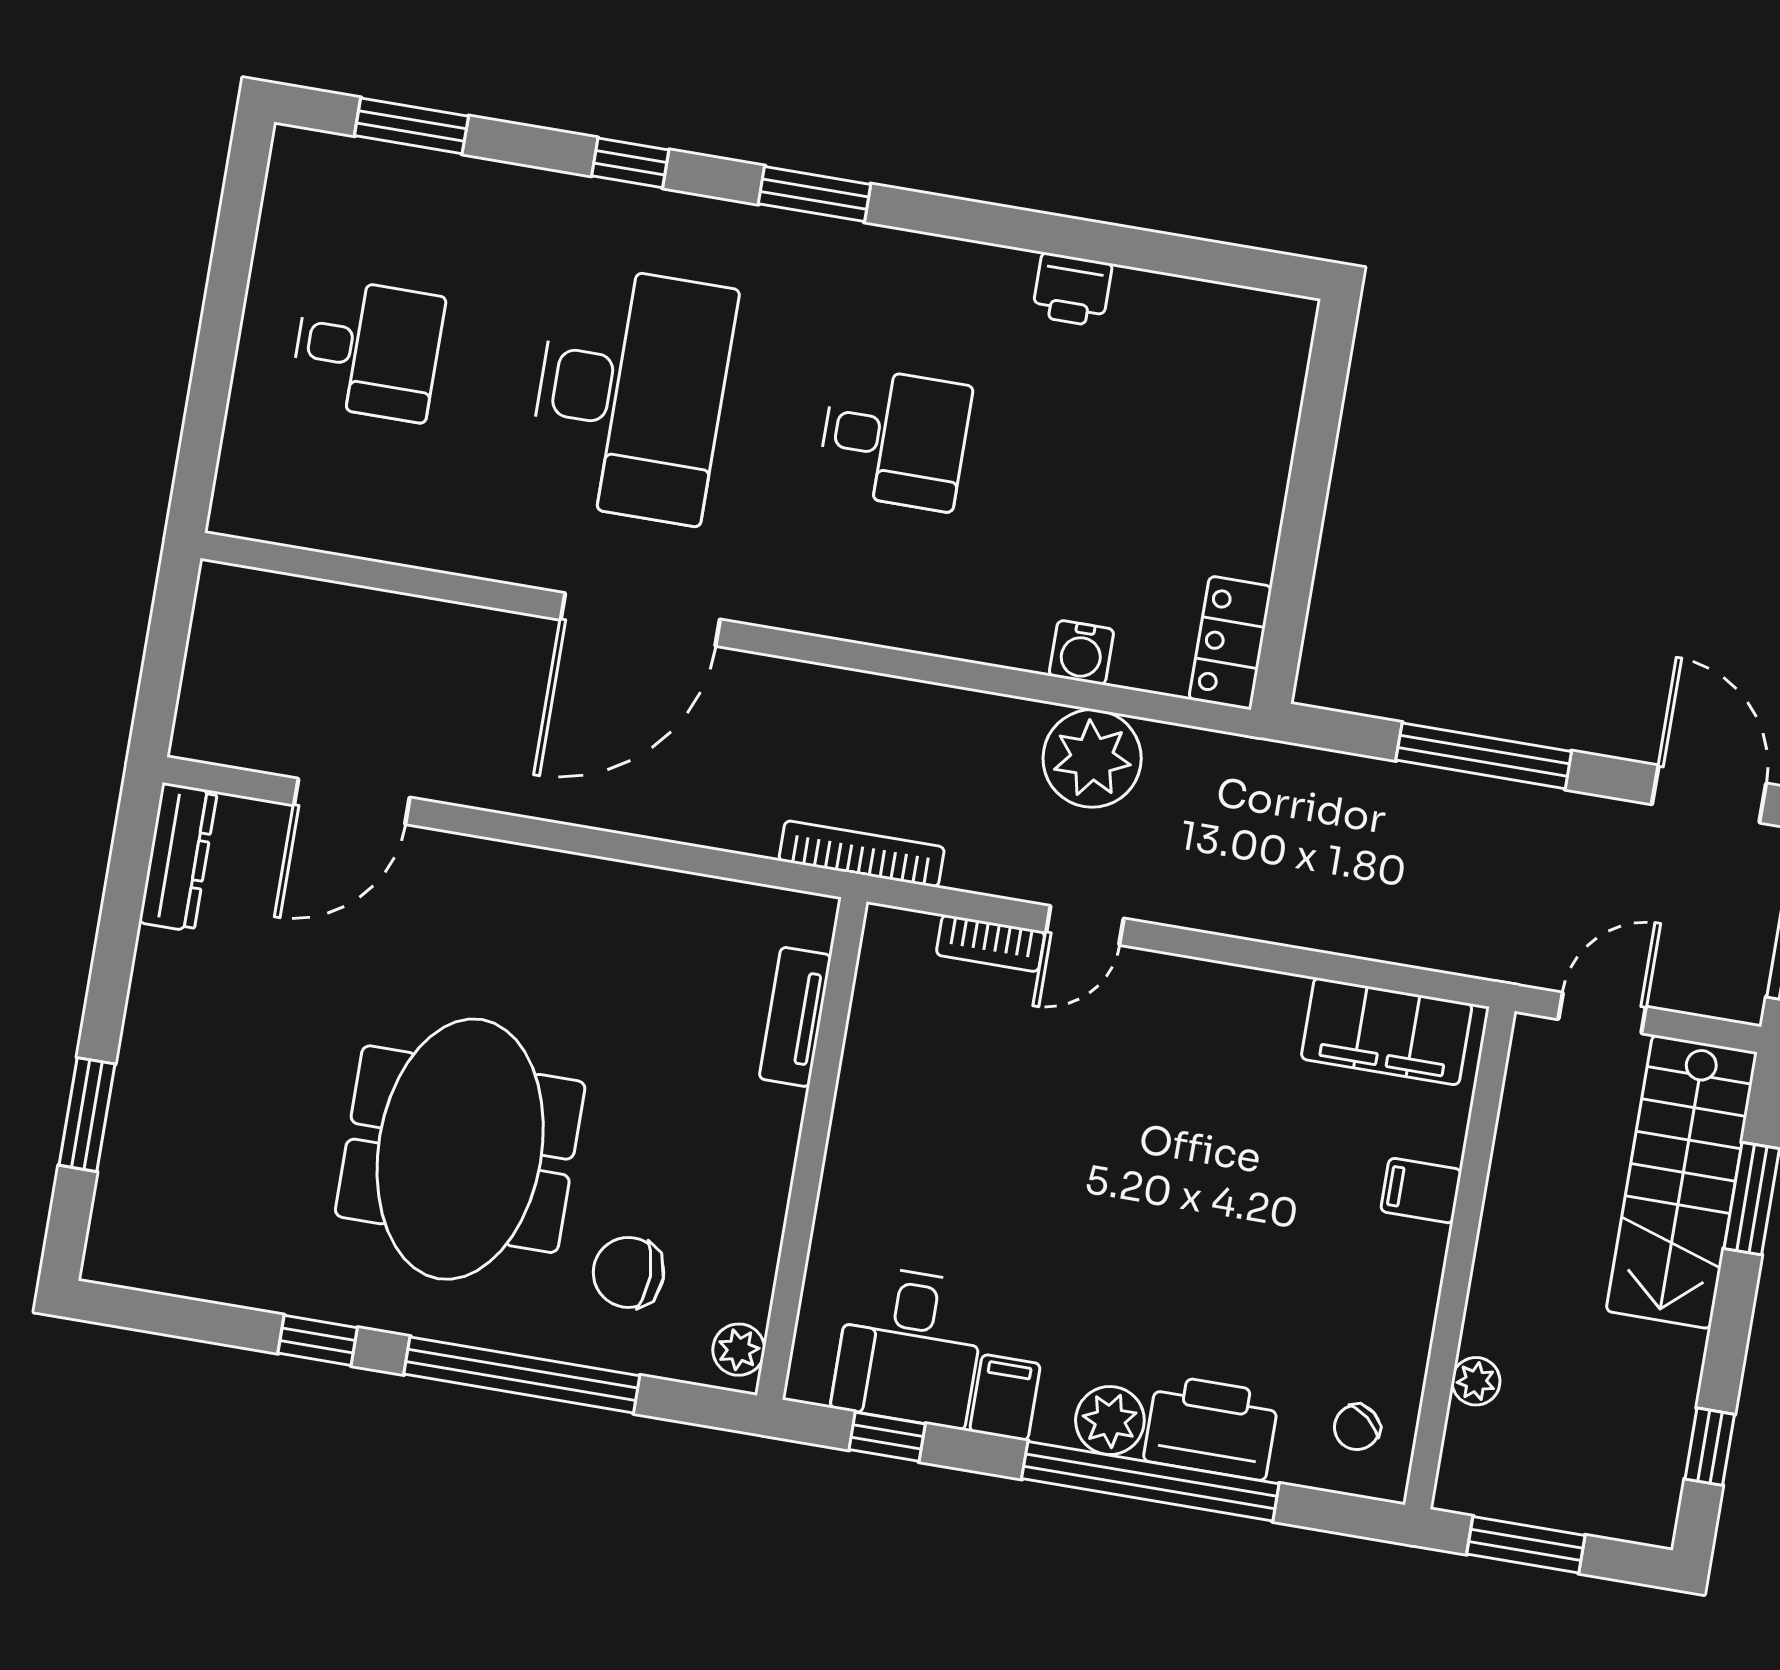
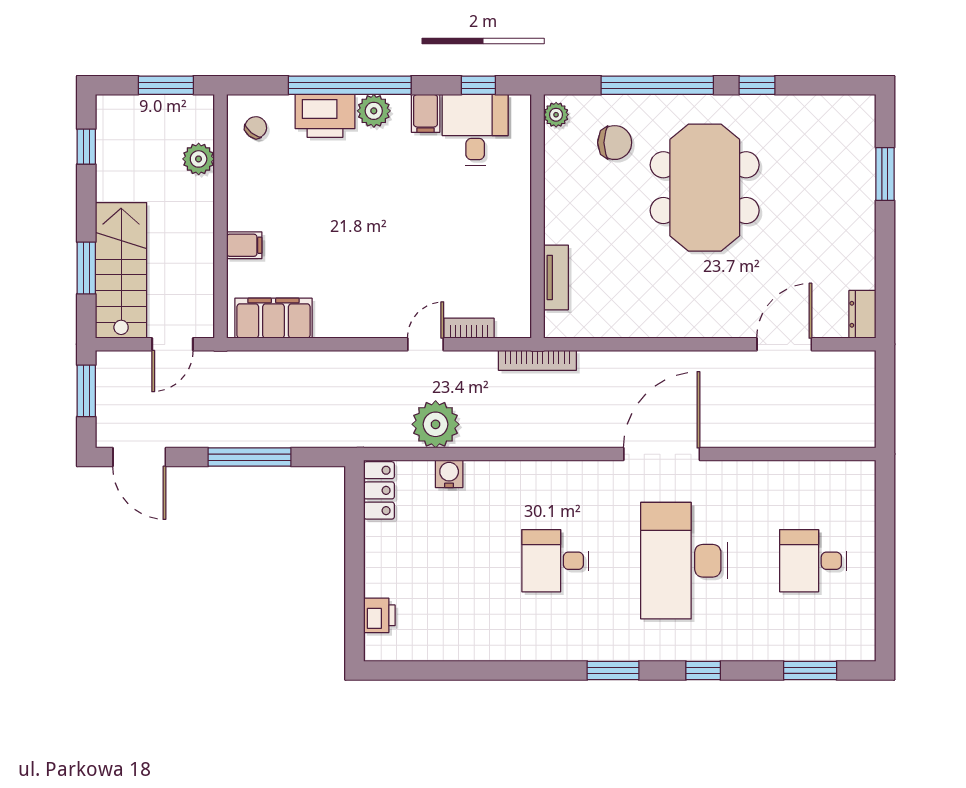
printer: (1072, 290) -> (379, 615), moved, turned 90
dresser: (178, 857) -> (862, 314), width x0.70
plant: (1476, 1381) -> (199, 159), width x1.38, depth x1.38

